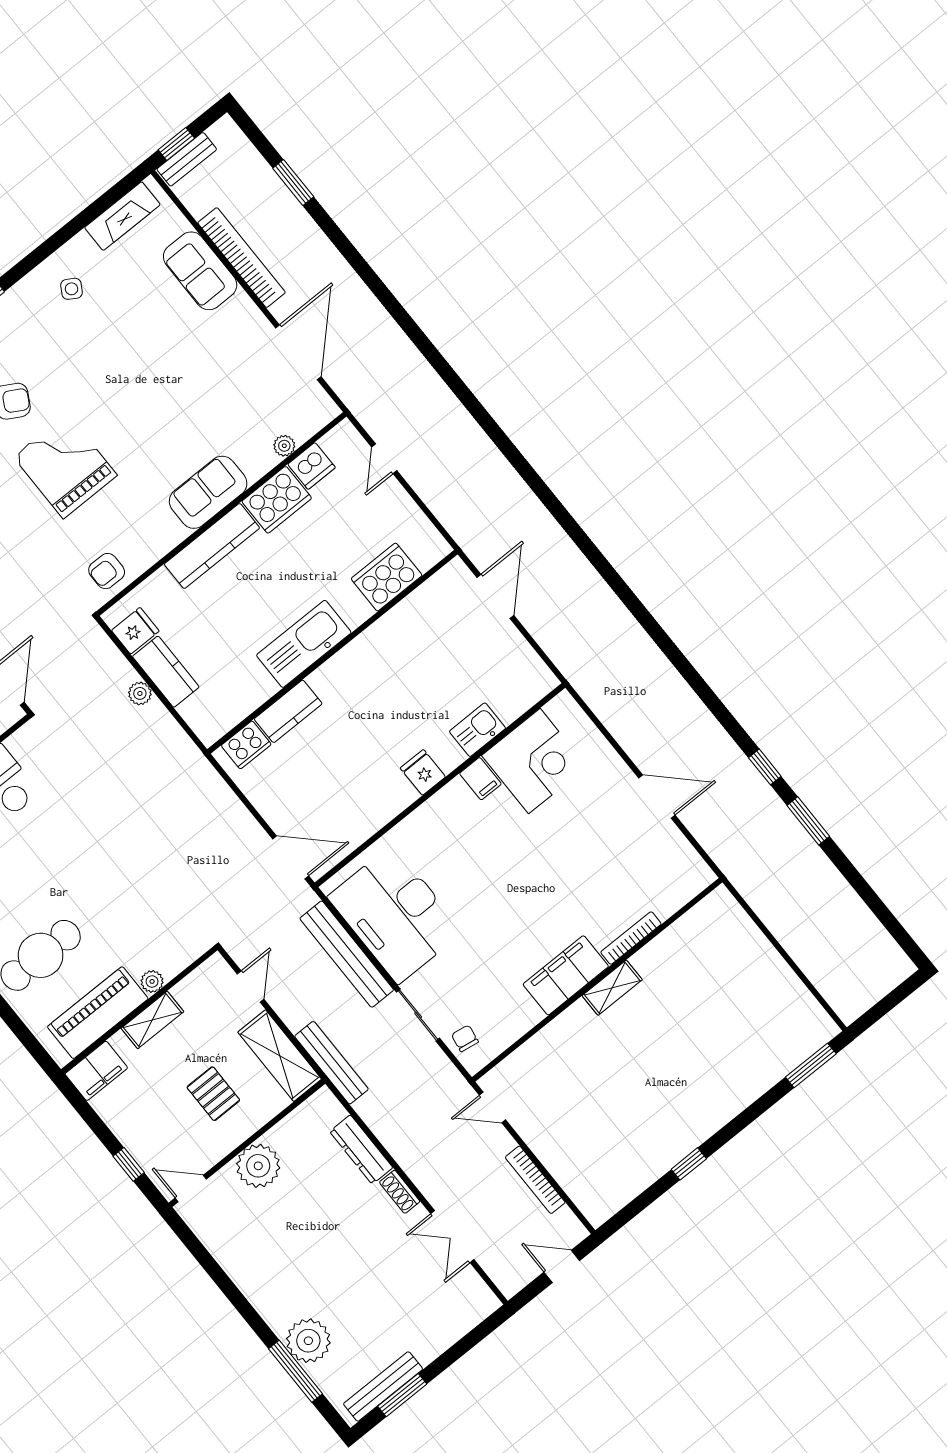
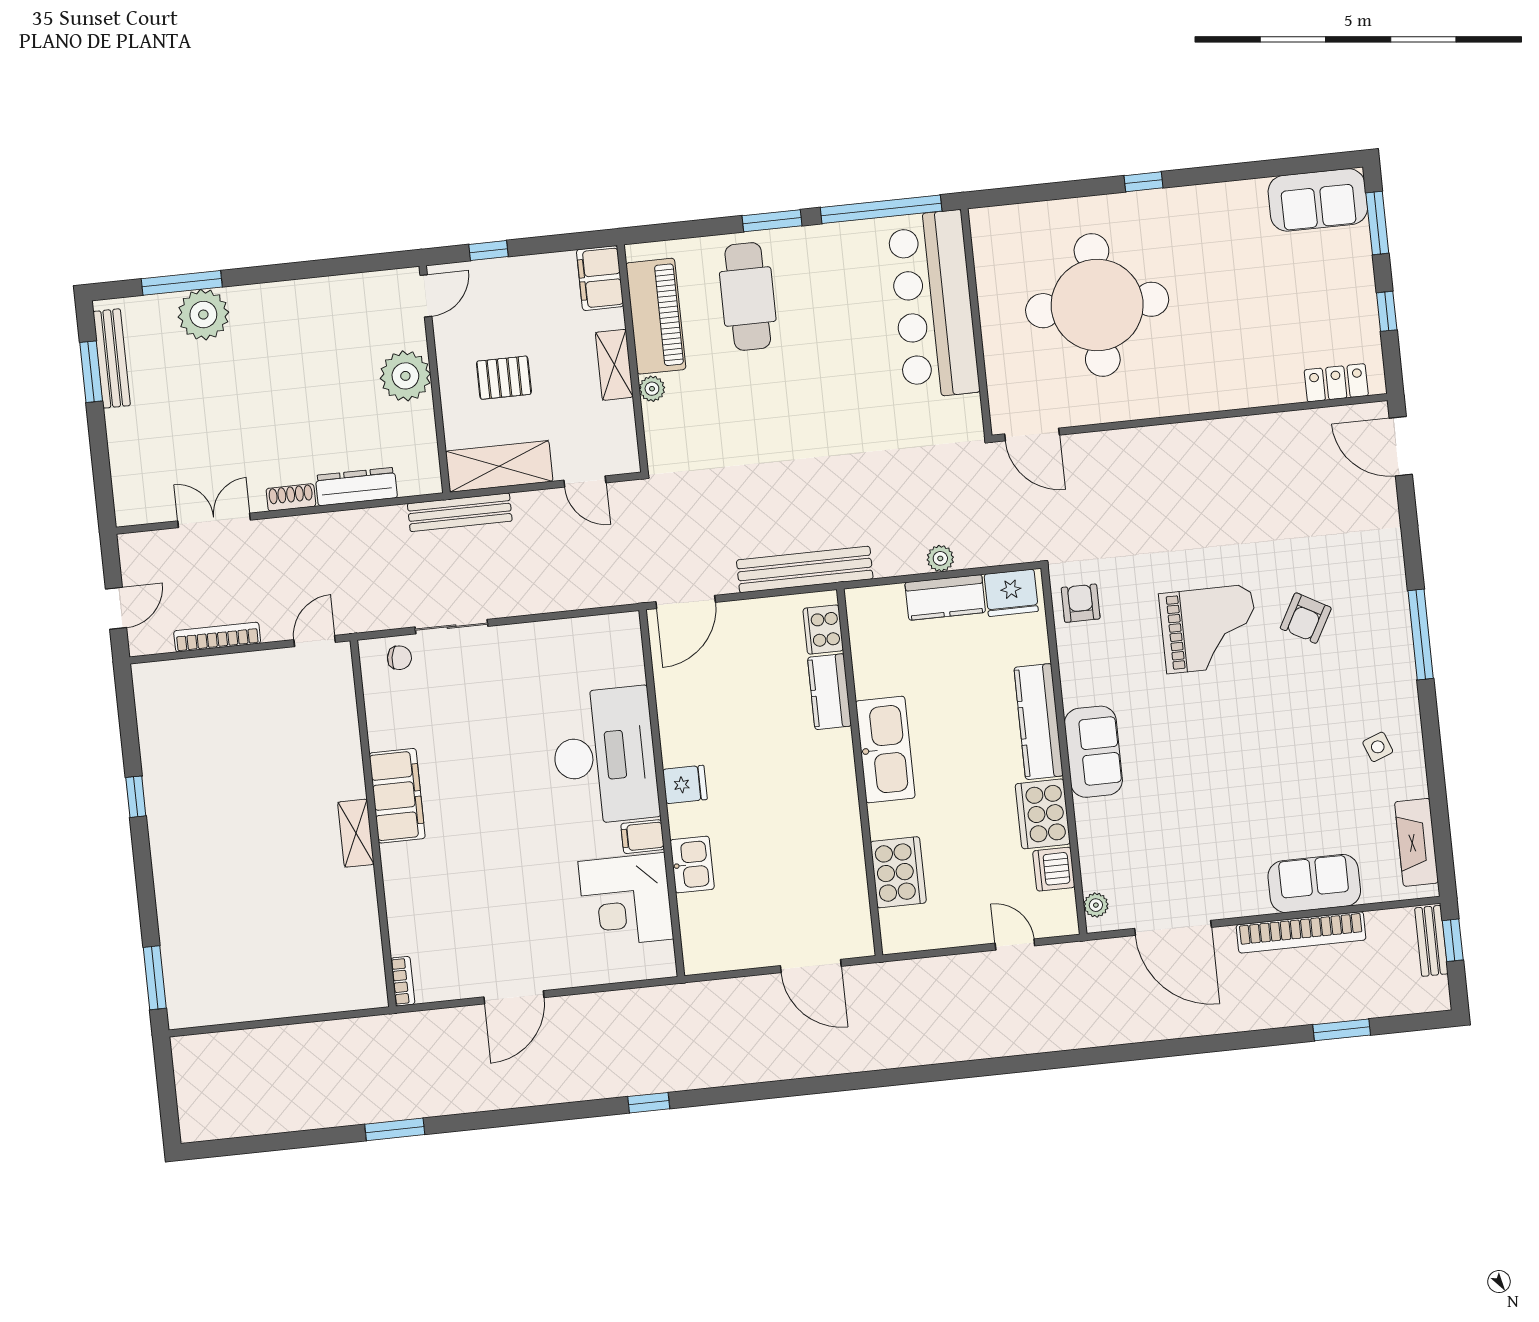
side table: (72, 289) -> (1378, 747), turned 38
plant: (284, 446) -> (1096, 905), moved
fridge: (135, 631) -> (1011, 593), width x1.38
window: (765, 767) -> (649, 1103), moved
desk: (395, 914) -> (605, 756), moved, turned 90
bookcase: (631, 938) -> (403, 981), moved, width x0.64
bench: (347, 954) -> (805, 569), moved

